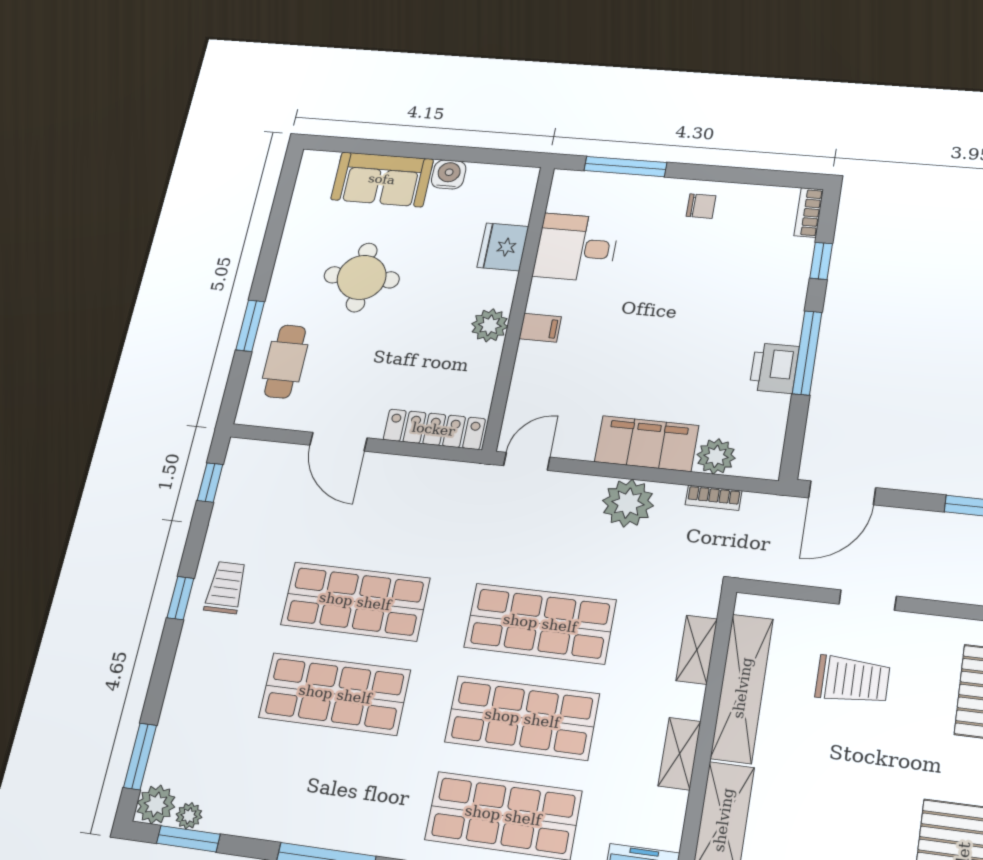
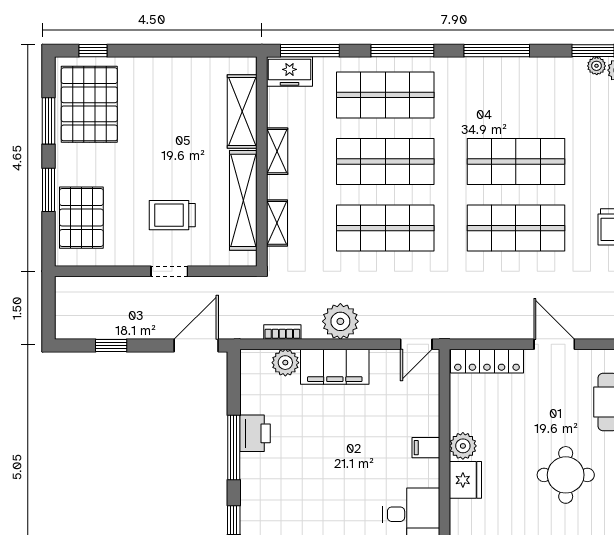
fridge: (503, 247) -> (465, 480), moved

